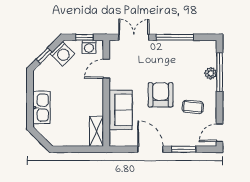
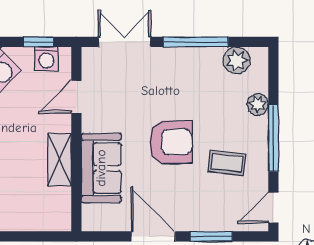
plant: (198, 48) -> (237, 60), added
window: (220, 72) -> (273, 138), moved
armchair: (161, 95) -> (171, 142), turned 90
shelving: (96, 131) -> (59, 160), moved

